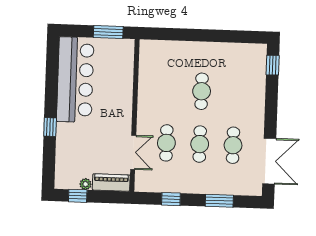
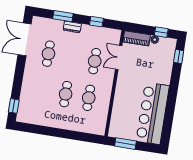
window: (50, 127) -> (179, 57), moved
cafe table: (200, 144) -> (89, 98), moved
dresser: (204, 187) -> (72, 27), added

